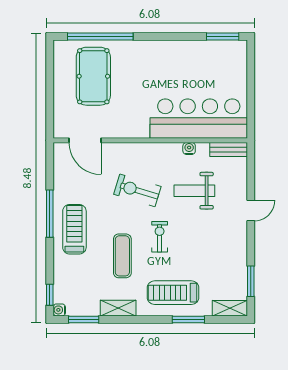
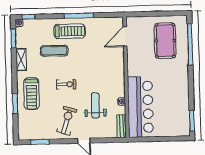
pool table: (93, 76) -> (165, 41), turned 90
exercise bike: (137, 190) -> (67, 121), moved
exercise mat: (122, 256) -> (54, 51), moved
treadmill: (173, 293) -> (32, 94), turned 180
shelving: (230, 308) -> (23, 129), removed

